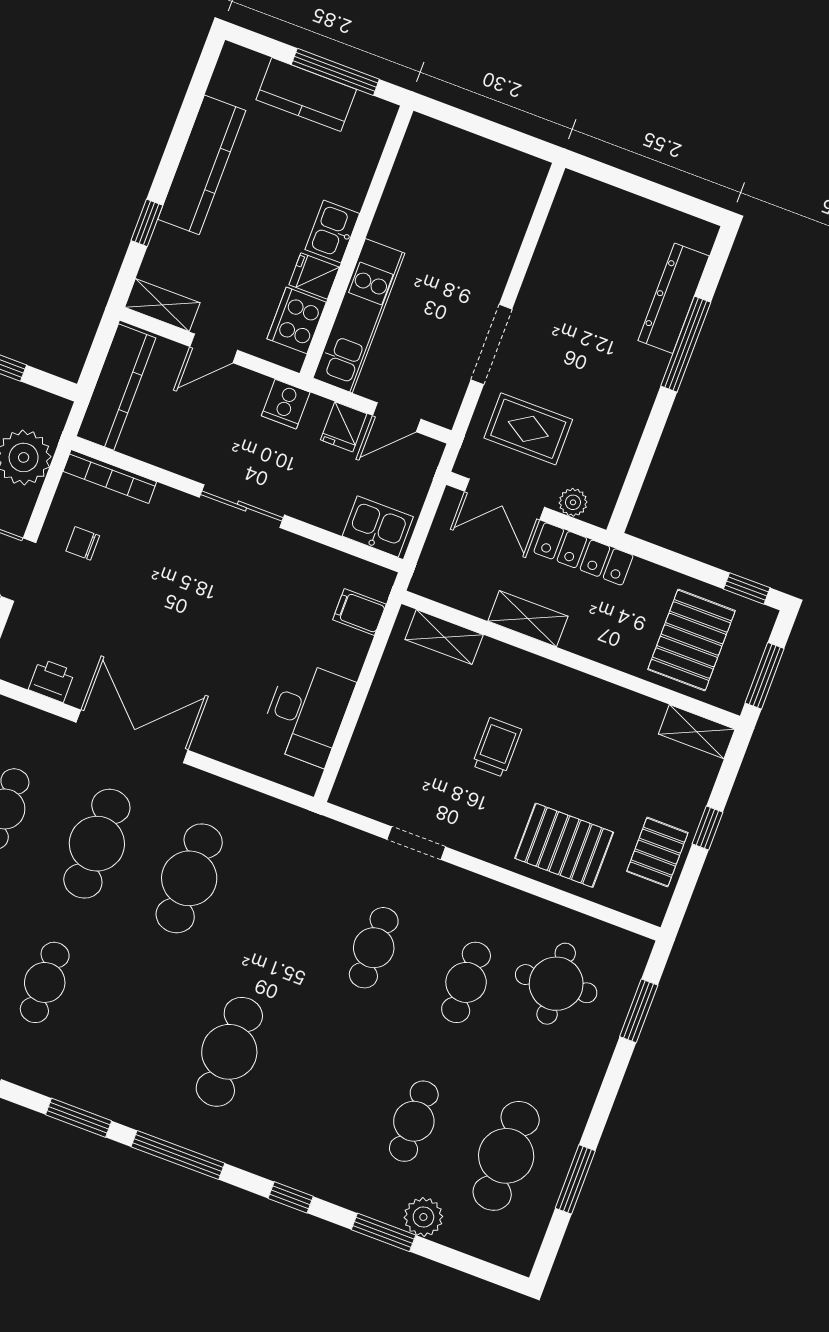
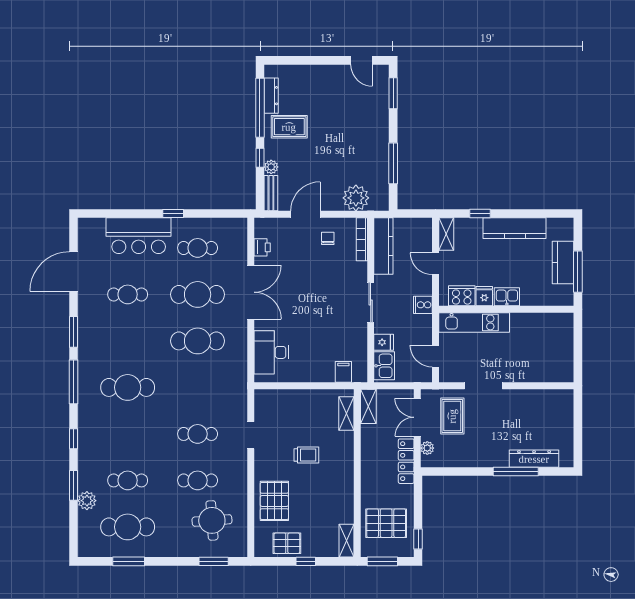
kitchen counter: (116, 387) -> (383, 246), moved, turned -90
fridge: (344, 427) -> (384, 342), moved, turned 180
shelving: (528, 619) -> (368, 406), moved
desk: (307, 713) -> (271, 352), moved, turned 90

